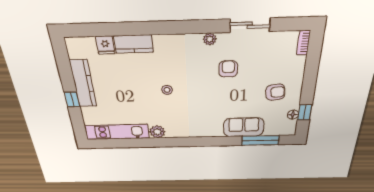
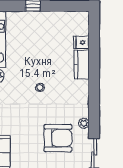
armchair: (228, 69) -> (58, 138), width x1.88, depth x1.88
kitchen counter: (83, 84) -> (48, 19), removed

